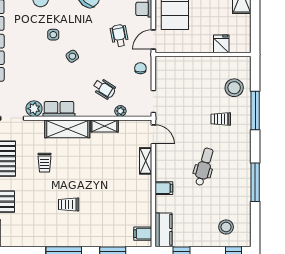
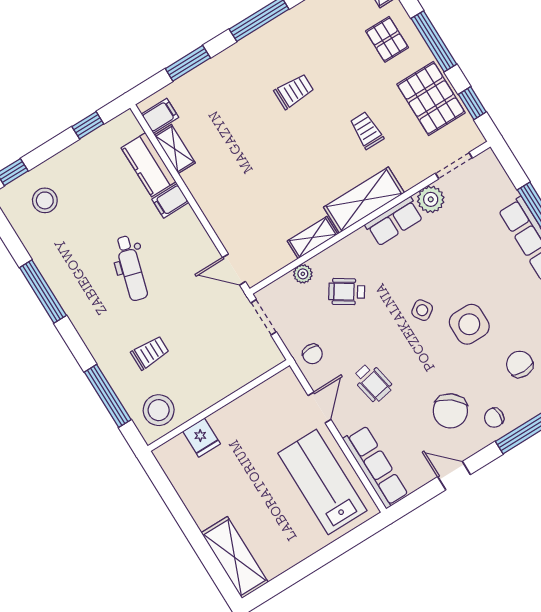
side table: (53, 35) -> (469, 324), width x1.87, depth x1.87
fridge: (221, 44) -> (202, 438), moved
wall: (203, 54) -> (219, 406), moved
shelving: (146, 161) -> (175, 149), moved
kitchen counter: (164, 230) -> (149, 165), moved

